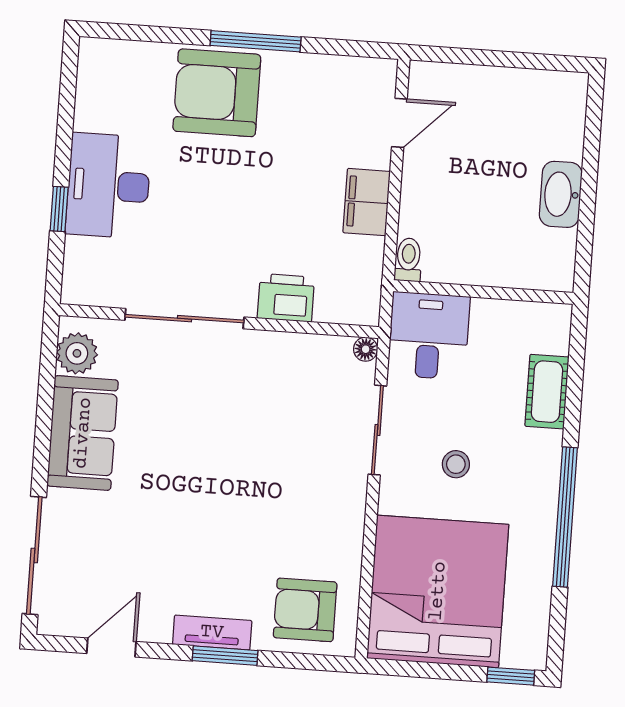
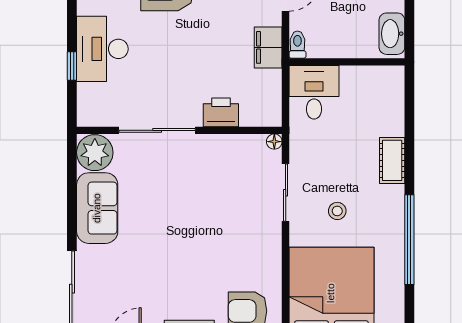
toilet: (408, 260) -> (297, 45), moved
wall: (483, 292) -> (347, 62), moved
desk: (429, 336) -> (314, 92), moved
plant: (77, 353) -> (95, 153), width x1.36, depth x1.36

